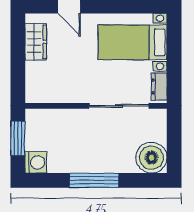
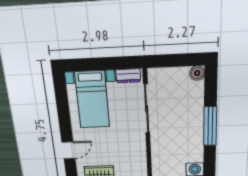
boiler: (151, 158) -> (197, 73), width x0.54, depth x0.54

